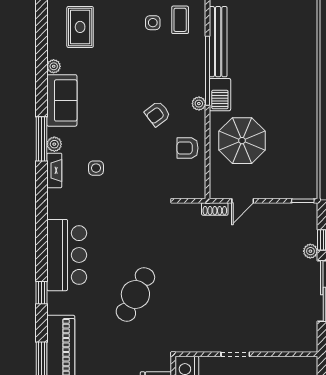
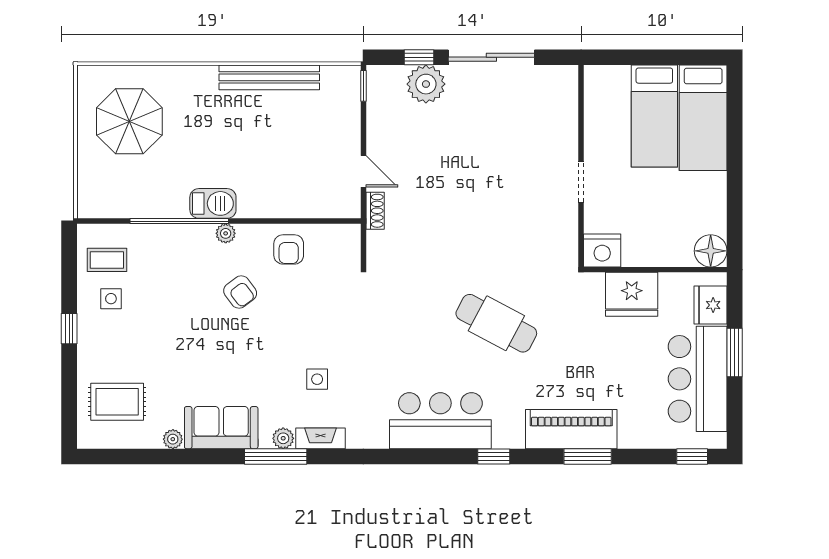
bench: (218, 42) -> (269, 77), moved
parasol: (242, 141) -> (129, 121), moved
plant: (310, 251) -> (426, 84), width x1.88, depth x1.88

